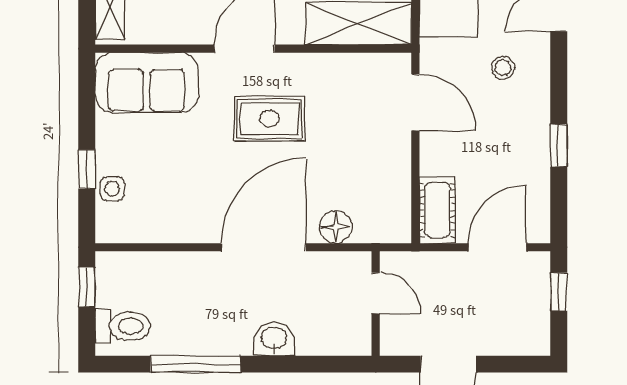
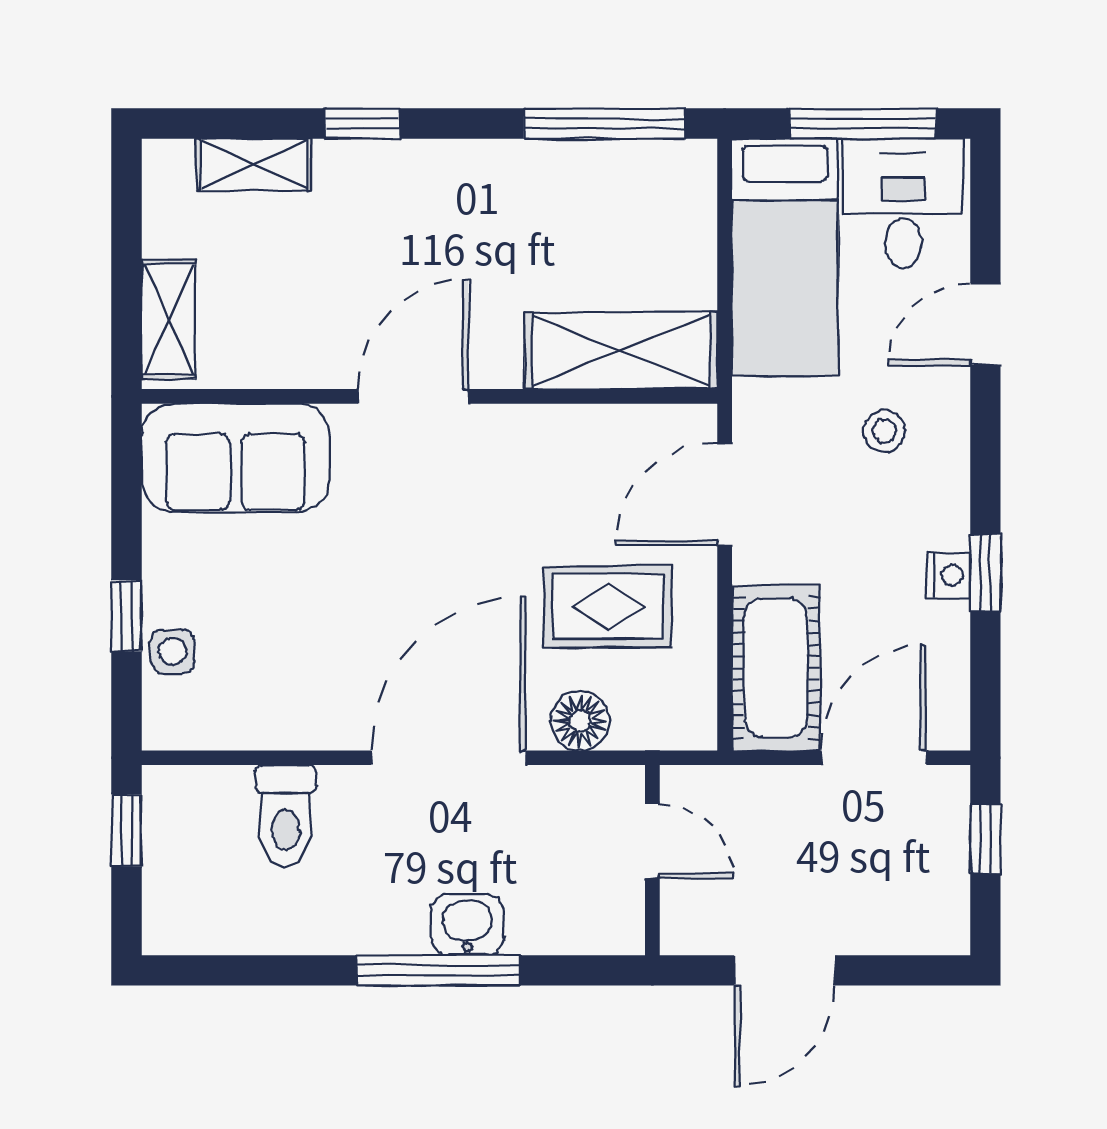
door: (415, 102) -> (725, 494), swing flipped
rug: (269, 119) -> (608, 607), moved
nightstand: (539, 147) -> (949, 575), added
cot: (437, 210) -> (776, 668), width x1.37, depth x1.34
toilet: (123, 326) -> (286, 816), moved, turned 90
window: (195, 364) -> (439, 970), moved

